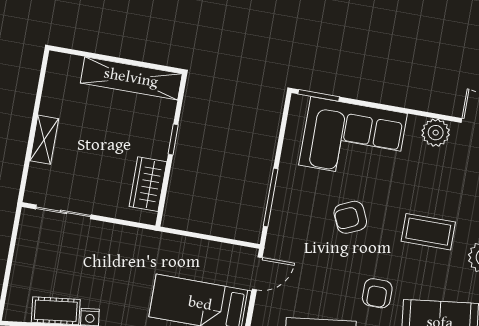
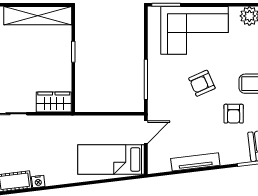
wardrobe: (148, 184) -> (54, 102), moved, turned 90
armchair: (377, 293) -> (234, 114), moved

